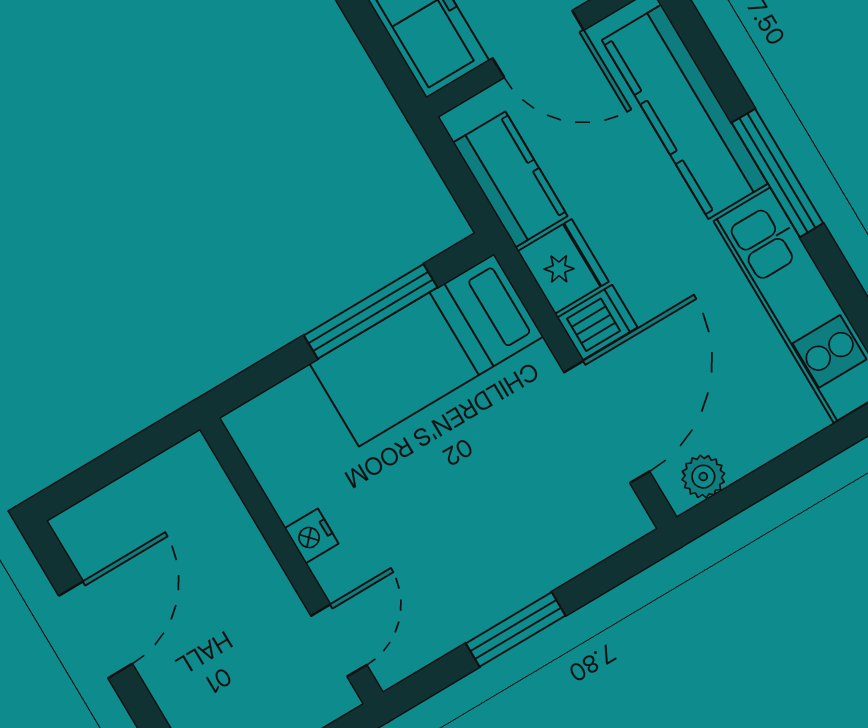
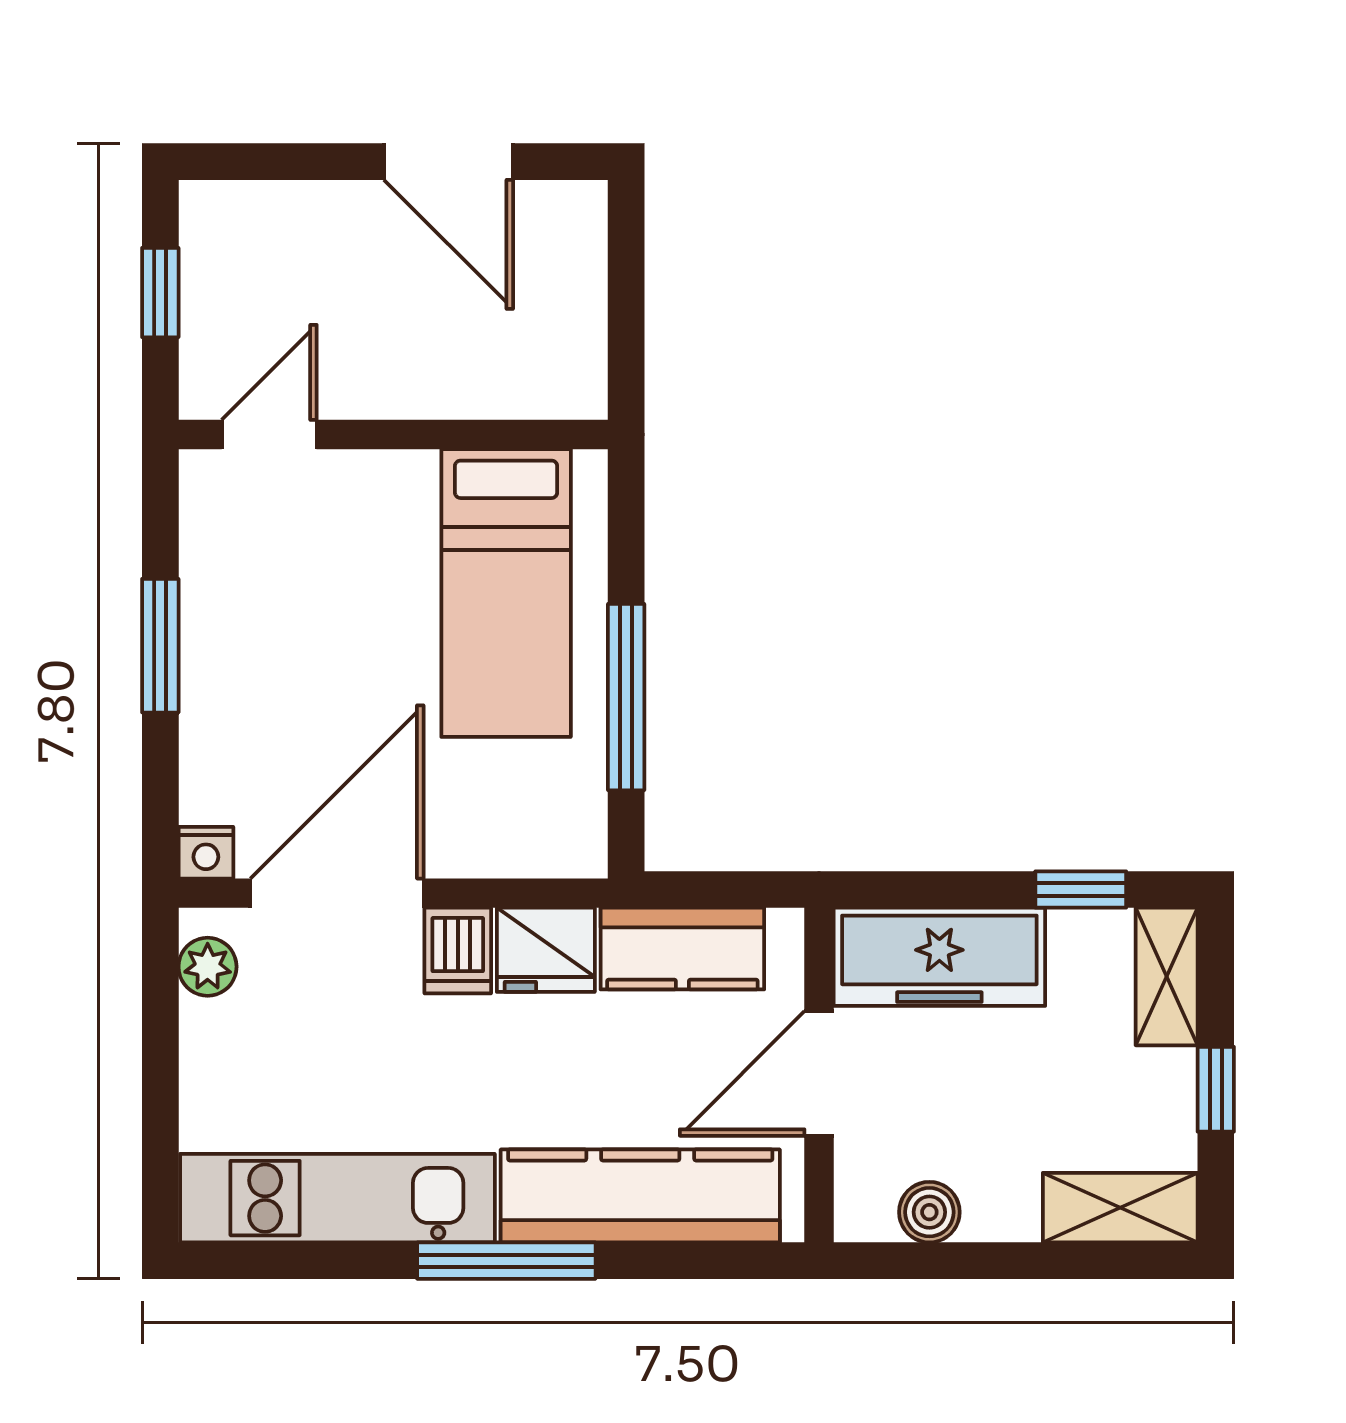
bed: (426, 350) -> (506, 593), moved, turned 180
door: (607, 422) -> (337, 893), swing flipped
nightstand: (312, 536) -> (206, 853), moved, turned 180
door: (339, 640) -> (269, 435), swing flipped

